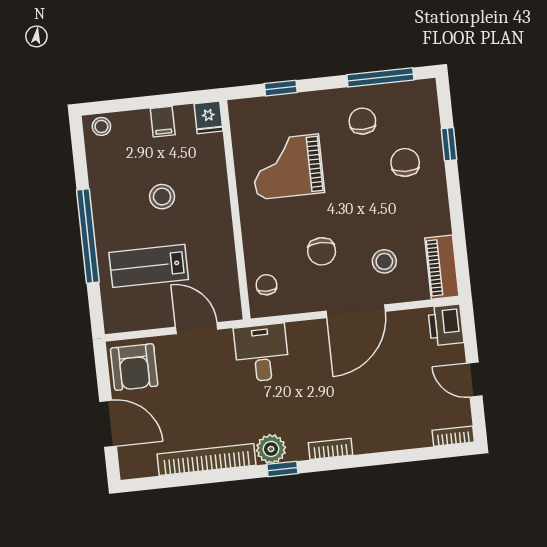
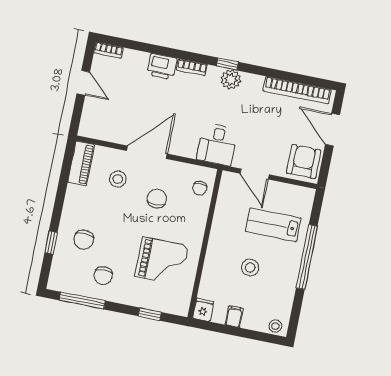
lab bench: (149, 266) -> (273, 225), turned 180
printer: (446, 325) -> (162, 66), moved, turned 90
bookcase: (207, 460) -> (297, 90), moved

